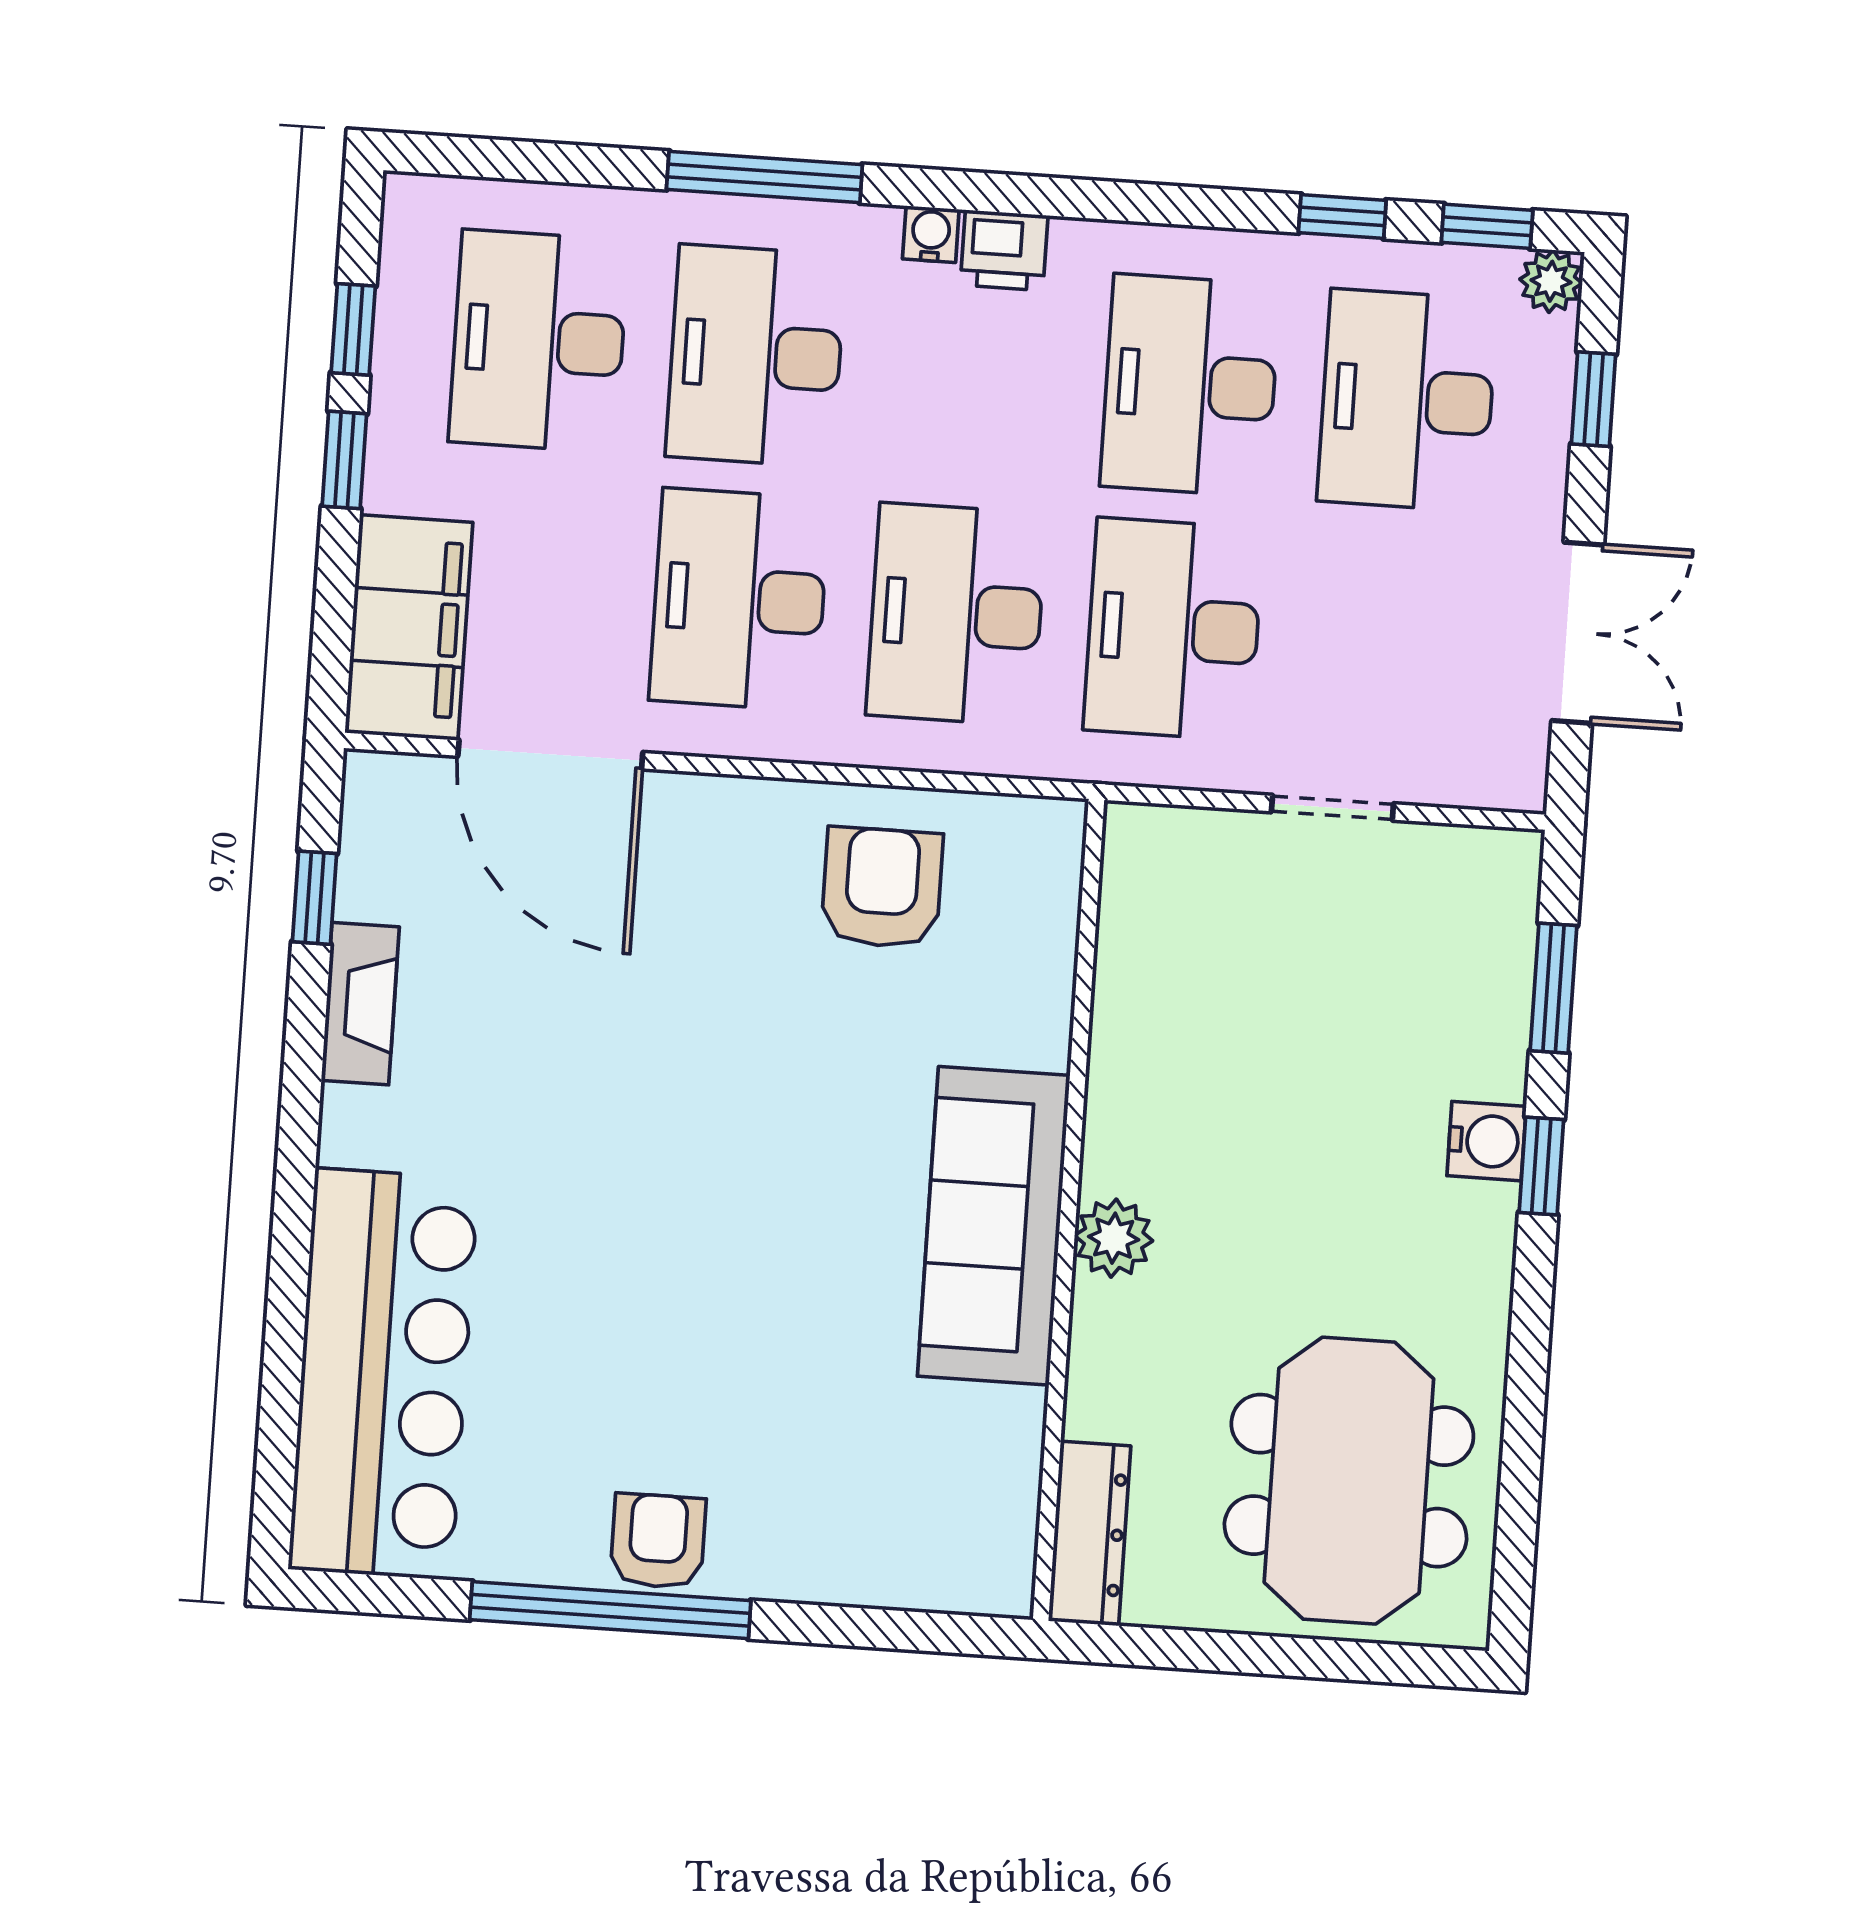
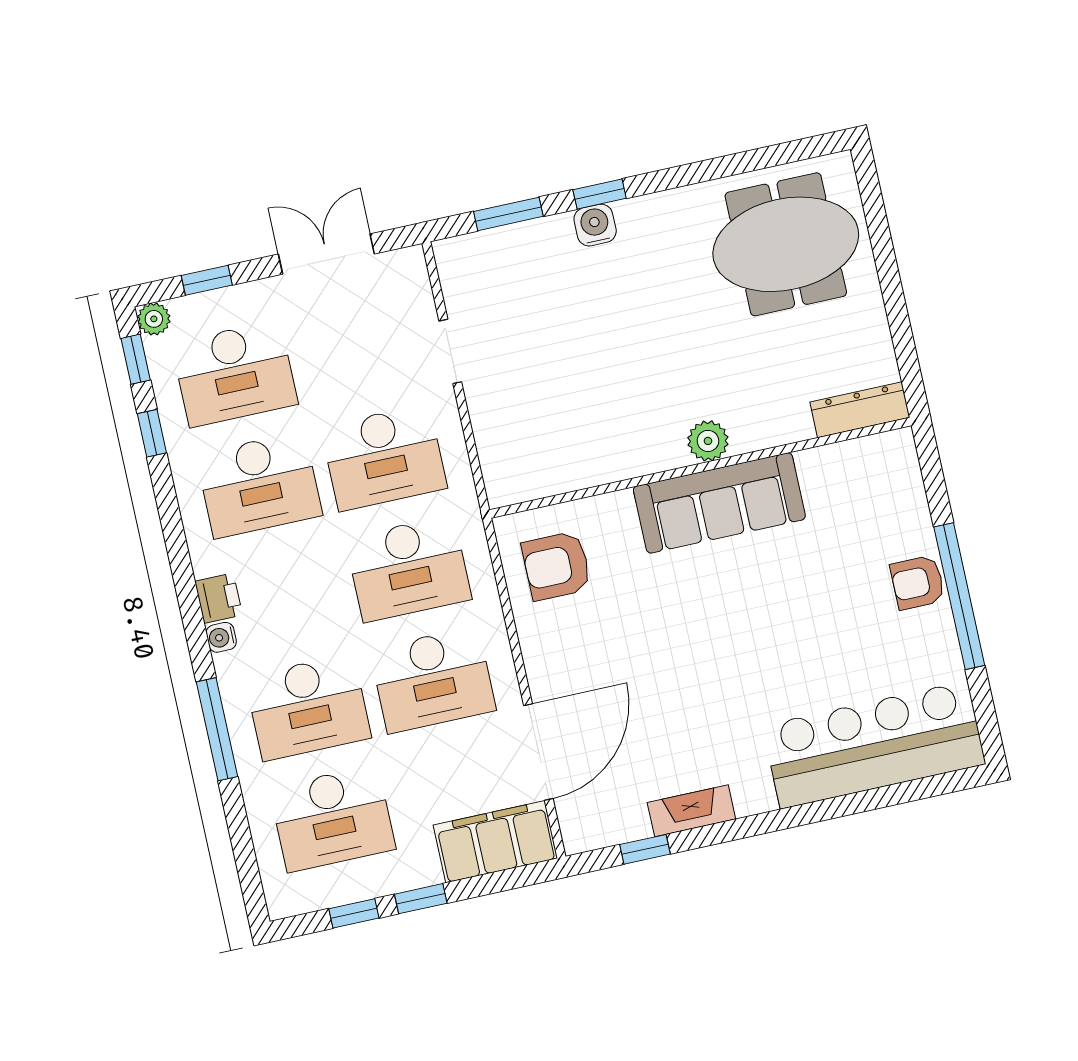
wall: (1069, 1210) -> (700, 468), moved
sofa: (994, 1226) -> (719, 503), moved
plant: (1114, 1238) -> (708, 441), moved
dresser: (1089, 1533) -> (860, 410), moved

